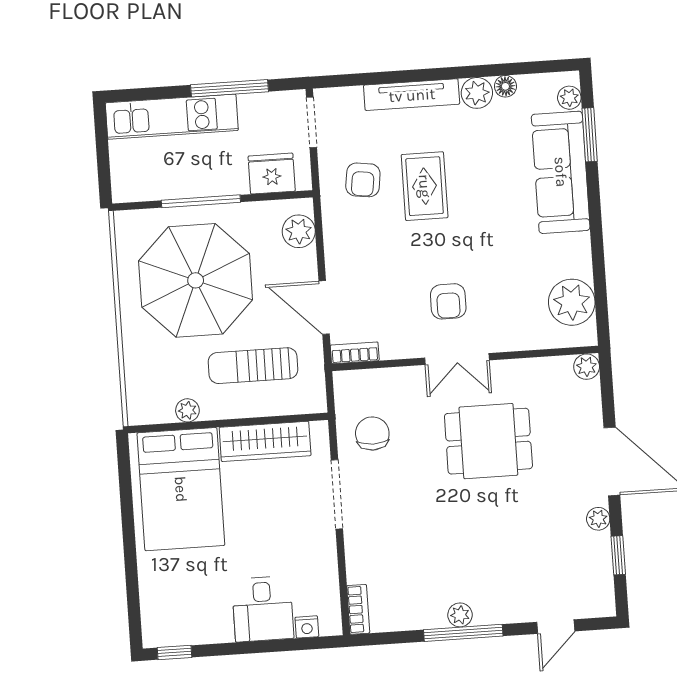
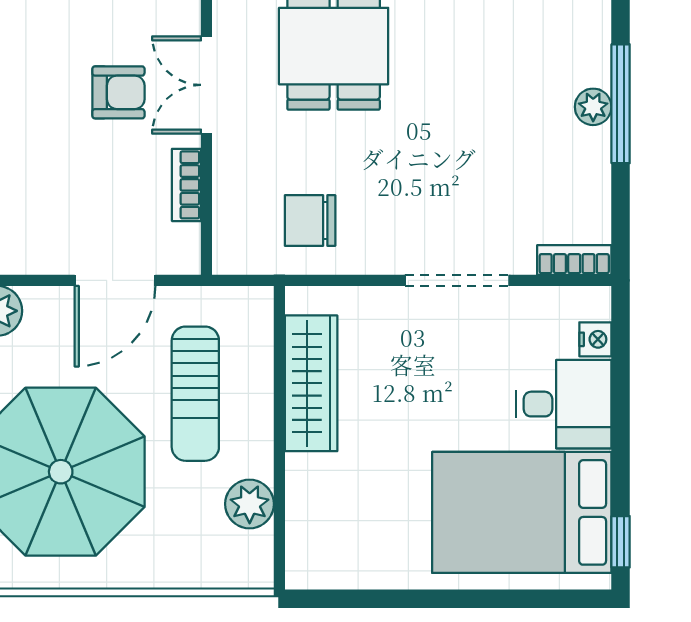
bookcase: (355, 353) -> (186, 185), moved
double door: (457, 359) -> (206, 85), swing flipped
plant: (187, 410) -> (250, 504), width x1.38, depth x1.38
bed: (181, 489) -> (522, 512), moved, turned 180
doorway: (337, 494) -> (457, 280), moved

